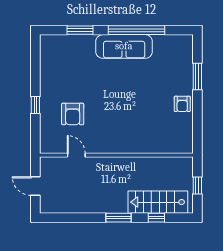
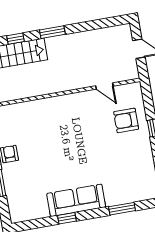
window: (136, 30) -> (67, 218), width x0.32
armchair: (73, 114) -> (126, 120), moved, turned -90

